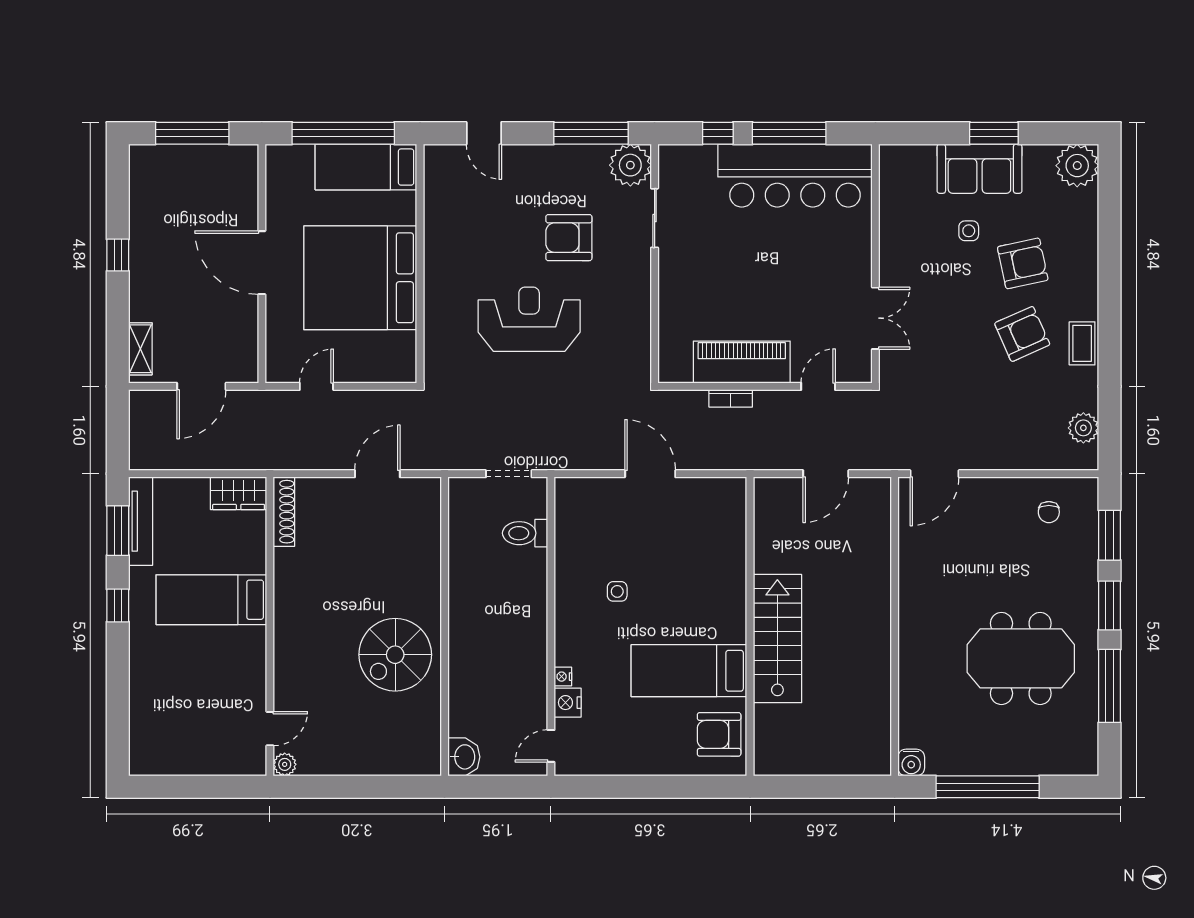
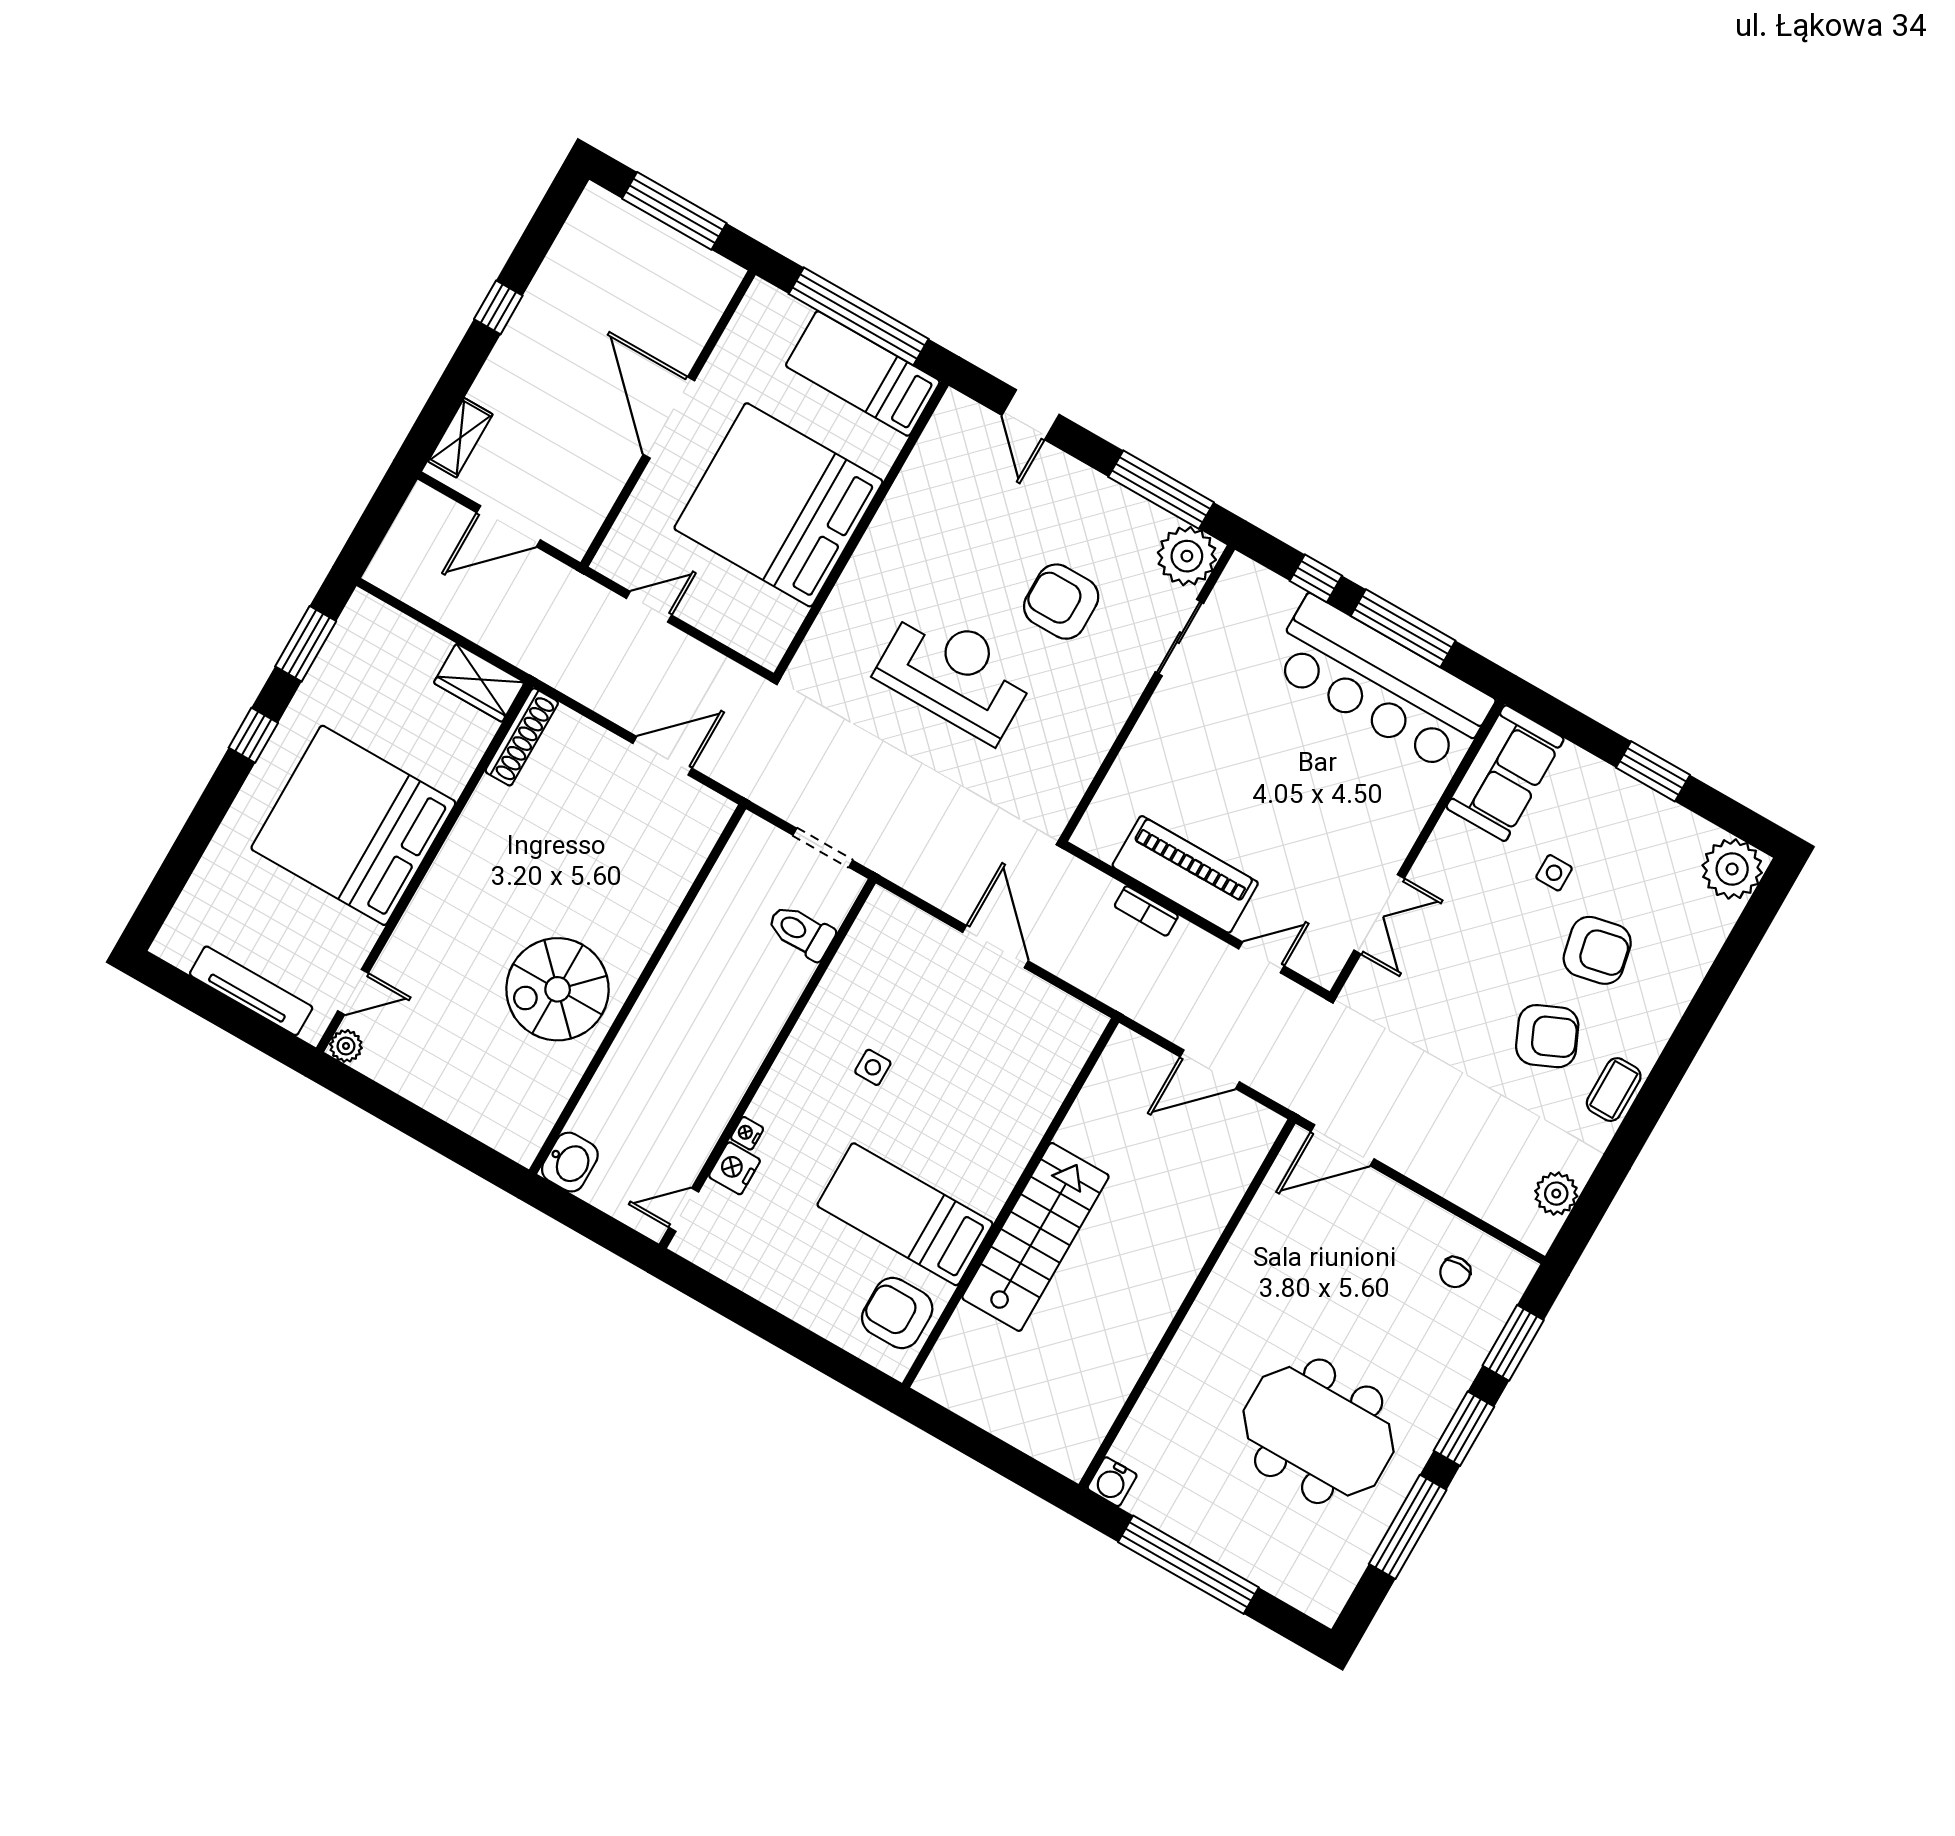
sofa: (979, 169) -> (1505, 773), moved, turned -90
tv unit: (141, 521) -> (251, 991), moved, turned -90
bed: (211, 600) -> (353, 825), width x2.04

